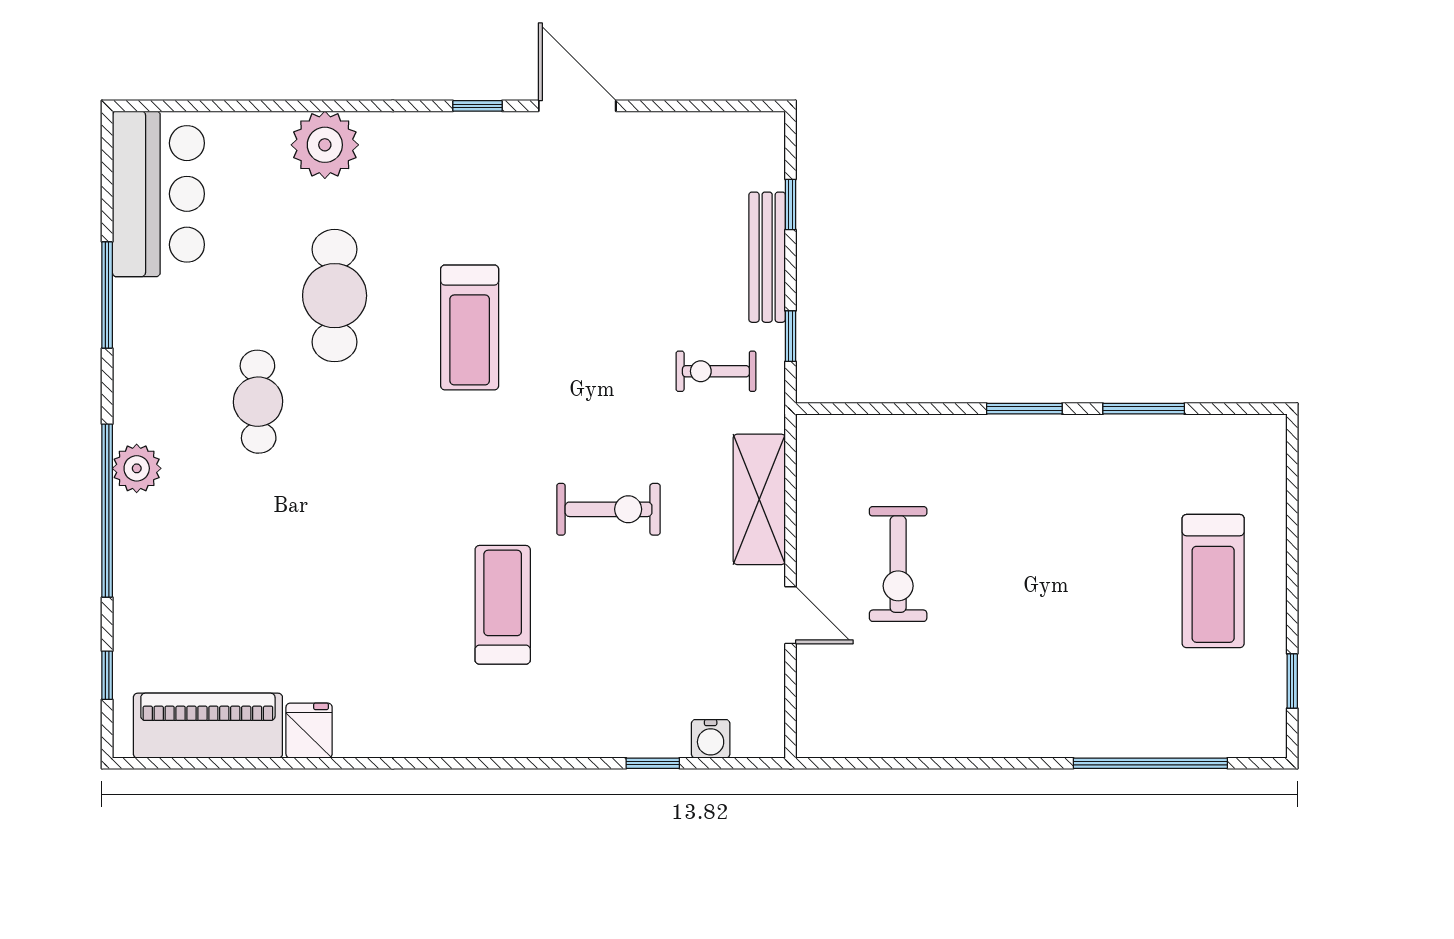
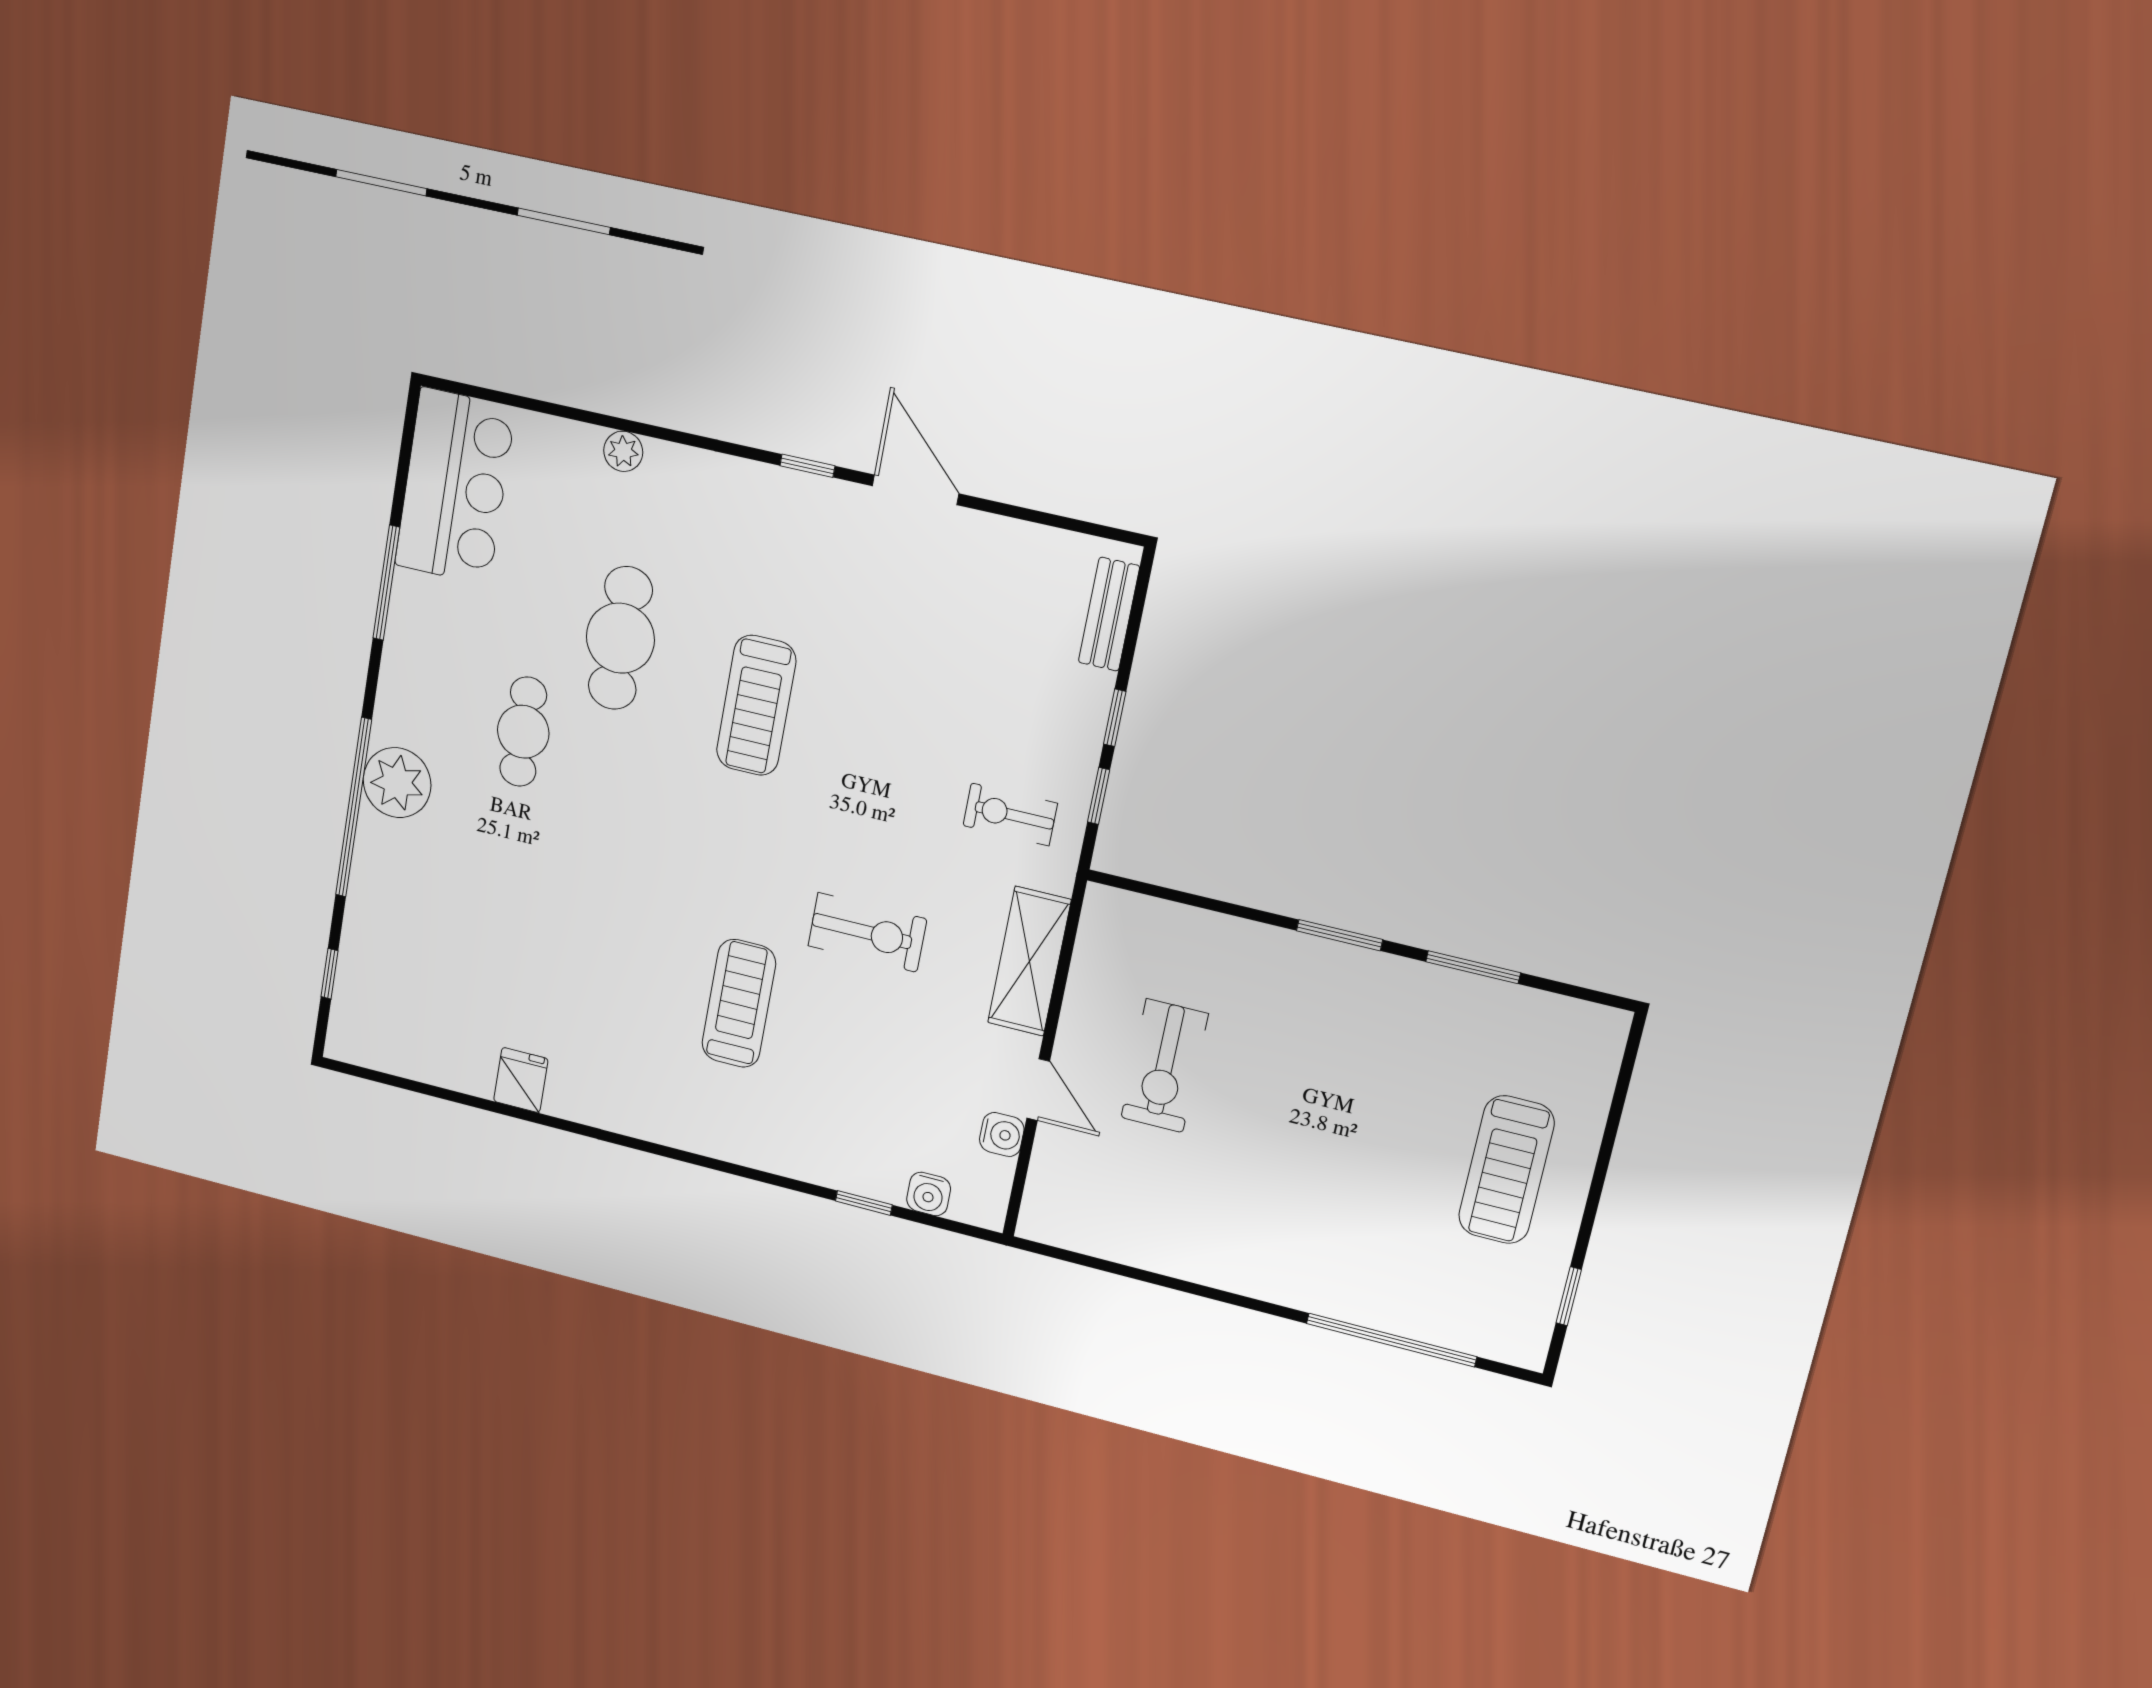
plant: (325, 145) -> (623, 451), width x0.53, depth x0.53
window: (791, 204) -> (1115, 718), moved
bench: (767, 257) -> (1109, 614), moved, width x0.73
plant: (137, 468) -> (397, 783), width x1.36, depth x1.36
water cooler: (766, 665) -> (1002, 1135), added
piano: (208, 726) -> (421, 1049), removed

